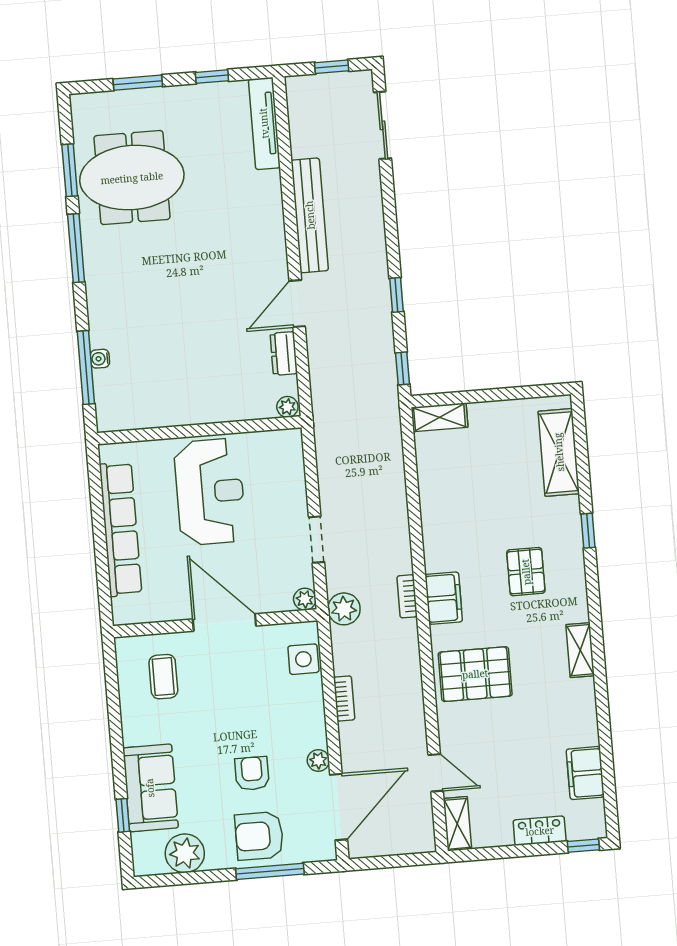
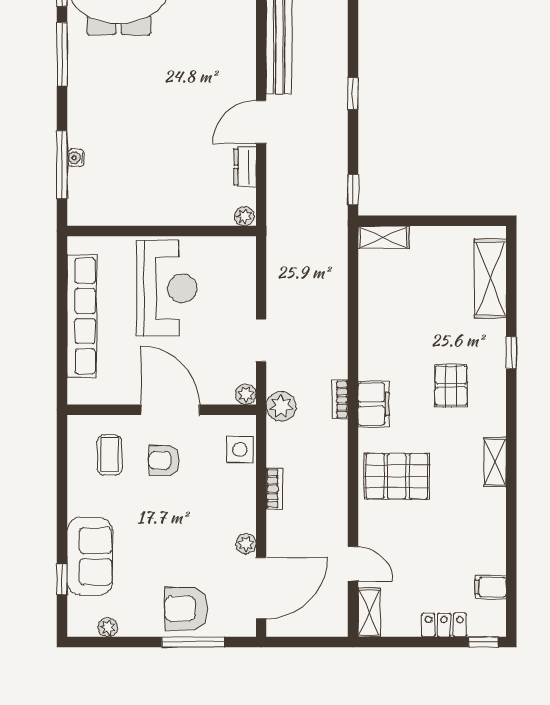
window: (396, 295) -> (353, 93), moved
armchair: (252, 773) -> (164, 460), moved, turned -90
filing cabinet: (585, 773) -> (491, 587), width x0.50
plant: (185, 853) -> (108, 627), width x0.53, depth x0.53

